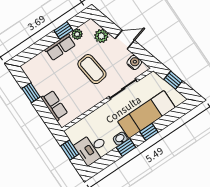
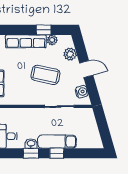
row of seats: (60, 47) -> (26, 41), width x1.48
coffee table: (92, 69) -> (45, 75), turned -71
window: (173, 80) -> (103, 126), removed
exam couch: (146, 115) -> (57, 142), width x0.73, depth x0.69

